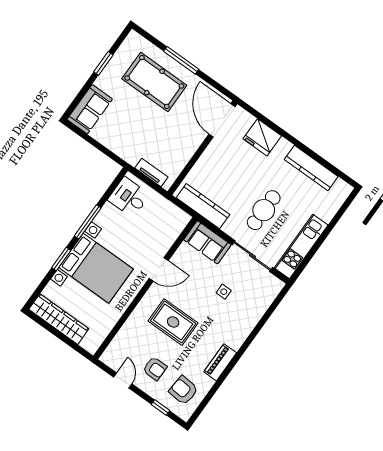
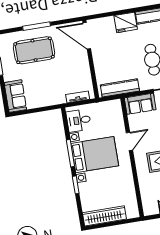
fridge: (262, 137) -> (126, 22), moved
bed with nightstands: (96, 268) -> (95, 155), moved

